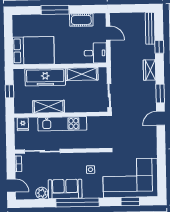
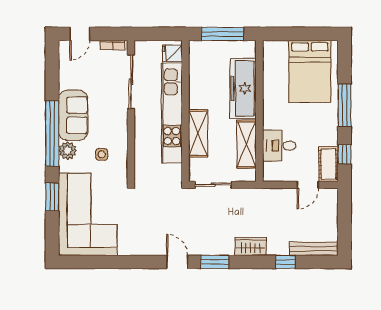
window: (88, 9) -> (344, 154), added
cot: (81, 20) -> (328, 164), moved
bed: (33, 51) -> (310, 71), moved
desk: (95, 53) -> (279, 146), moved, turned 90
window: (9, 91) -> (223, 34), width x2.17
shelving: (49, 107) -> (198, 133), moved
kitchen unit: (62, 124) -> (172, 113), width x1.36
plant: (42, 193) -> (68, 151), moved
window: (130, 202) -> (52, 197), moved

